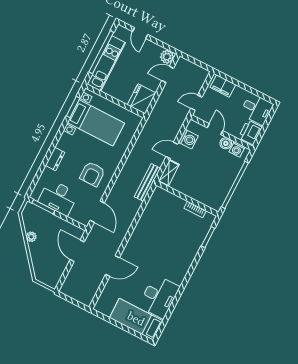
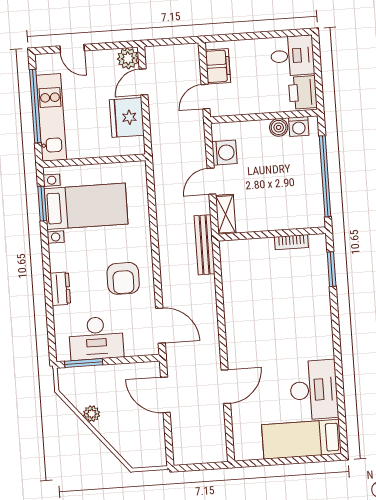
filing cabinet: (223, 86) -> (218, 66), moved, turned -90
fridge: (142, 99) -> (127, 117), moved
door: (215, 129) -> (252, 117), removed

